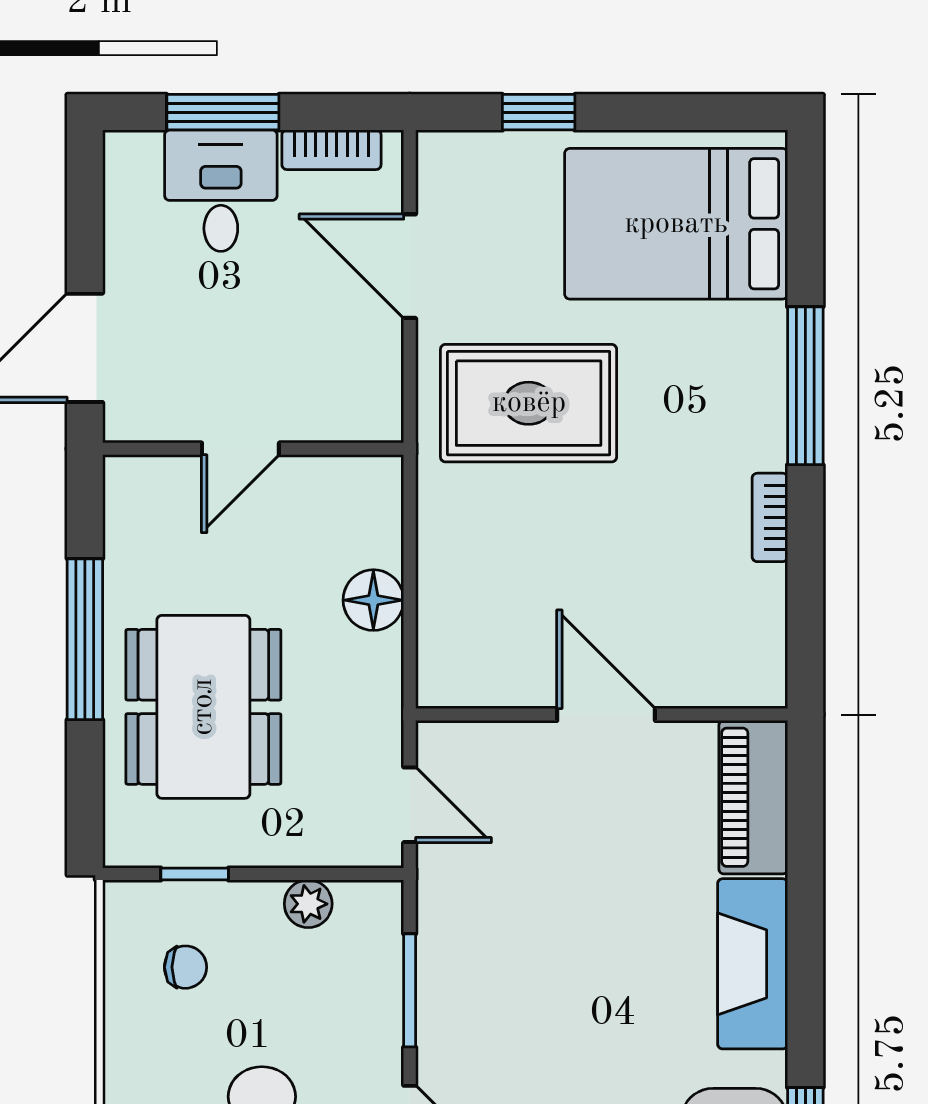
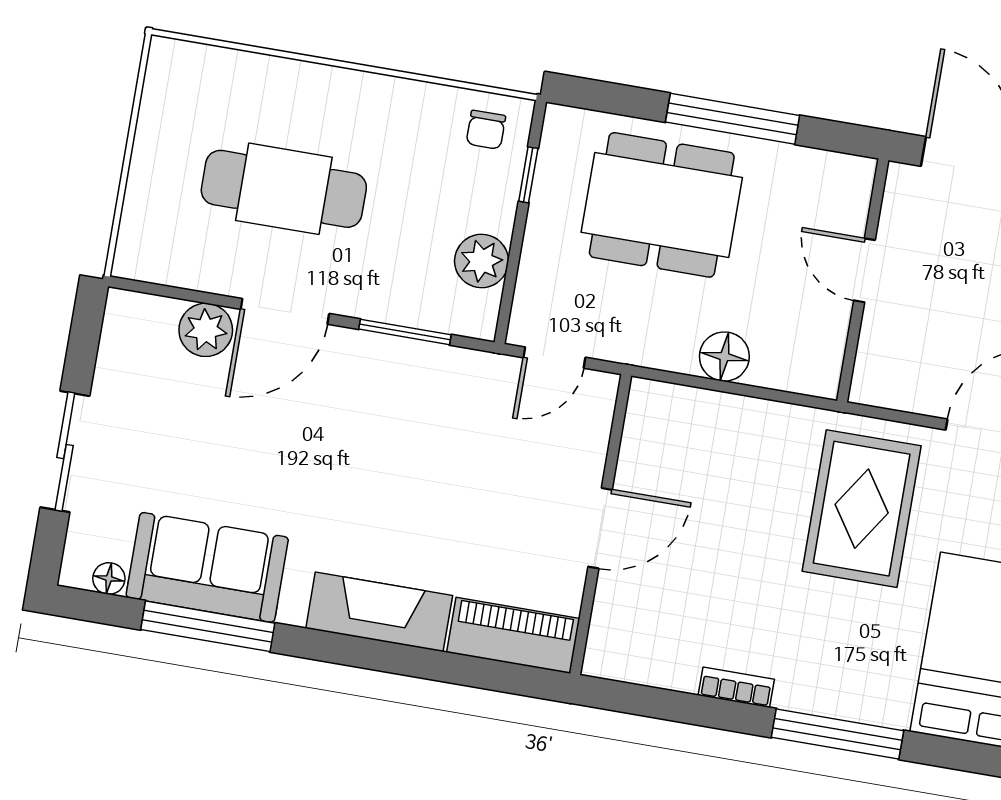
plant: (308, 904) -> (482, 261), width x1.38, depth x1.38
chair: (185, 967) -> (486, 130), moved

